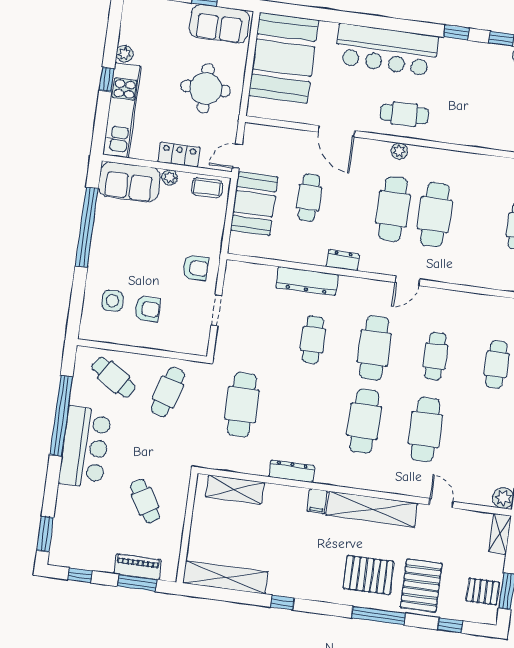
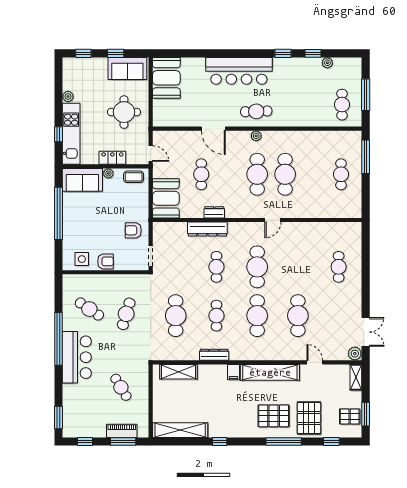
booth: (283, 58) -> (166, 78), width x0.73, depth x0.70
window: (107, 79) -> (59, 134), moved
door: (237, 156) -> (151, 154), swing flipped
booth: (254, 204) -> (166, 198), moved
dresser: (343, 260) -> (214, 212), moved
armchair: (195, 268) -> (133, 230), turned 180
wall: (142, 351) -> (106, 272), moved
cafe table: (435, 356) -> (216, 316), moved

